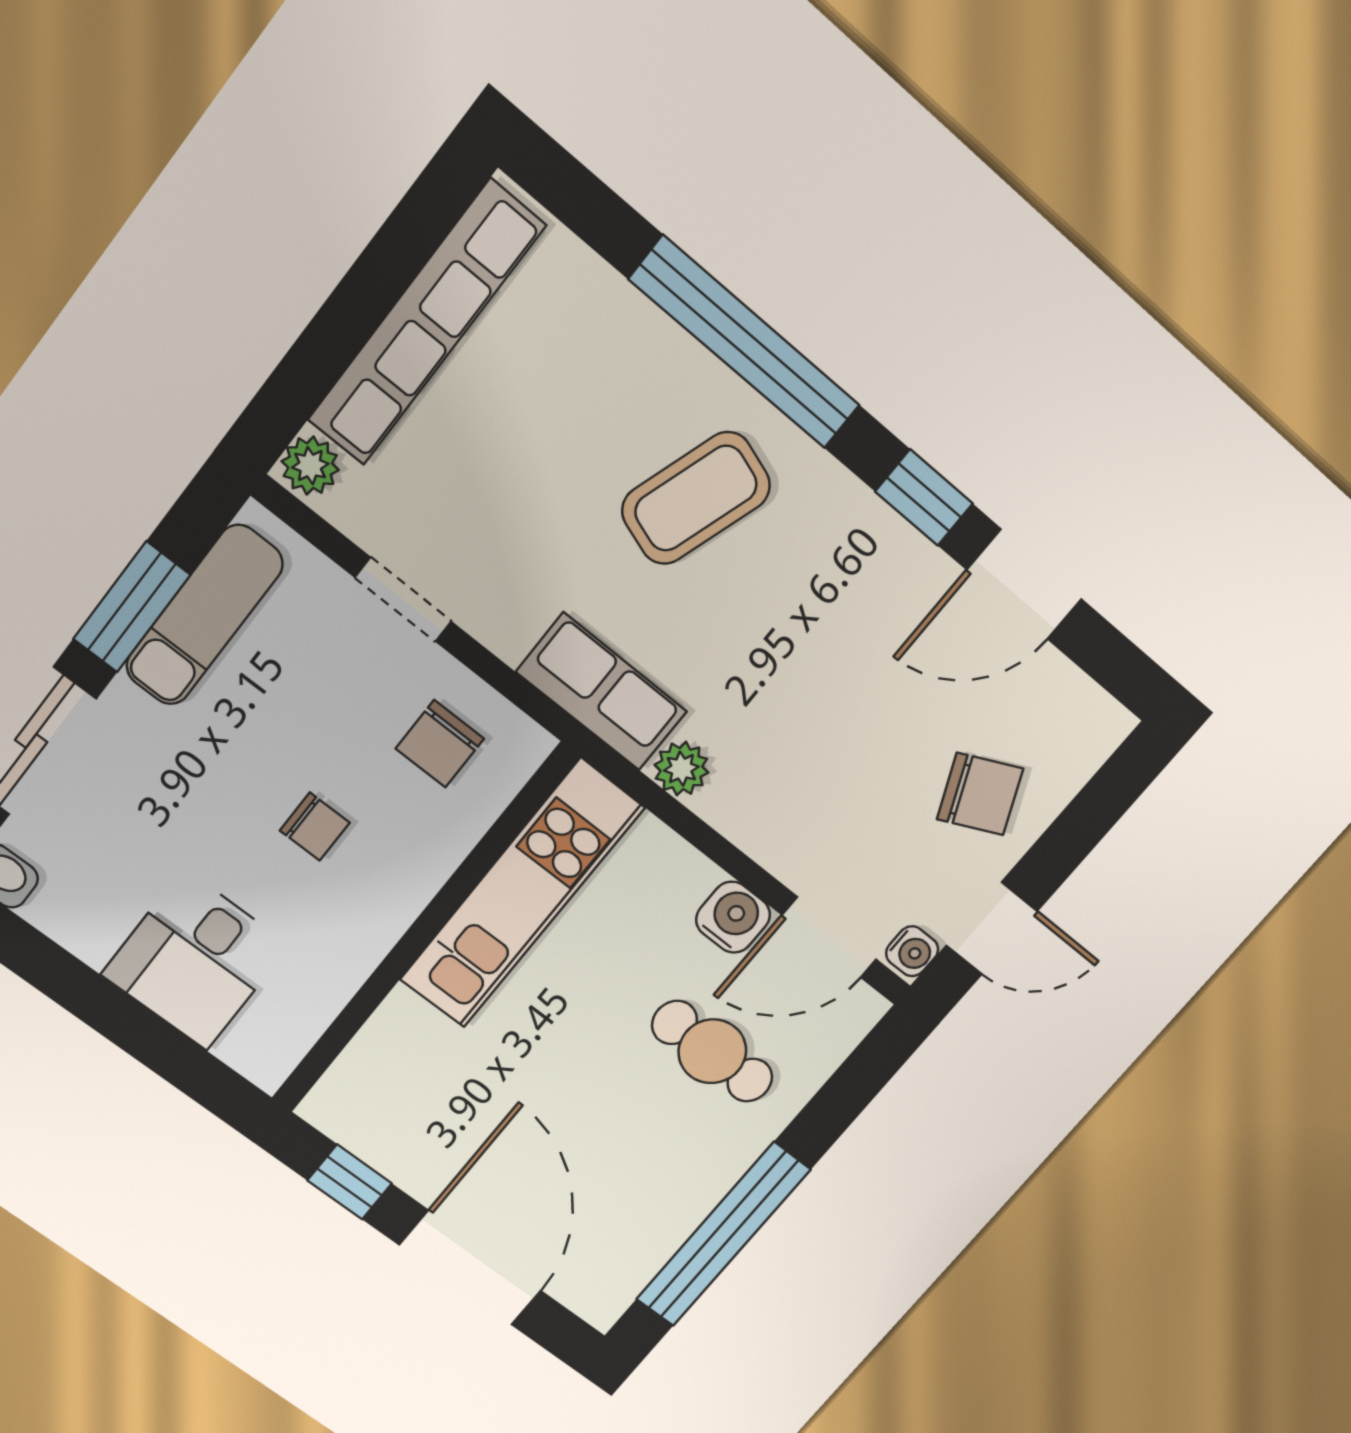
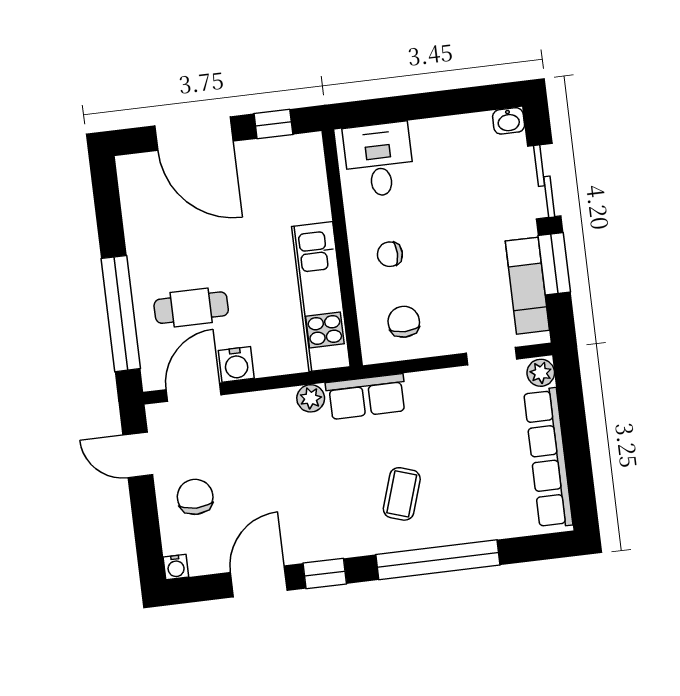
coffee table: (696, 498) -> (402, 494), width x0.73, depth x0.77
doorway: (403, 599) -> (492, 356), moved
chair: (980, 794) -> (195, 497), turned 115
chair: (315, 827) -> (390, 254), moved
door: (992, 928) -> (138, 455), hinge flipped
water cooler: (912, 951) -> (176, 567), moved, turned -90
desk: (195, 960) -> (379, 160), moved
window: (723, 1235) -> (121, 314), moved

